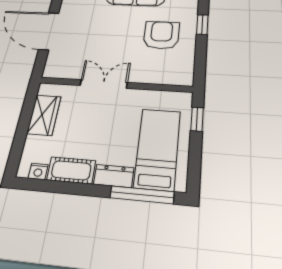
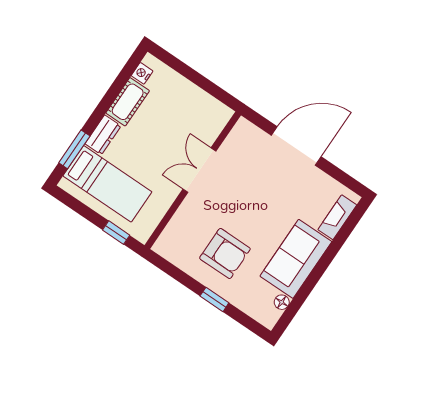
double door: (104, 84) -> (199, 170), swing flipped
wardrobe: (44, 115) -> (197, 101), removed
window: (142, 195) -> (74, 149), width x0.69

